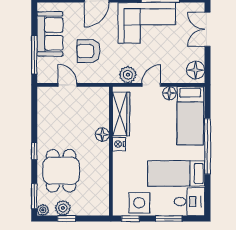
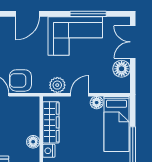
armchair: (89, 51) -> (20, 80), moved
floor lamp: (196, 70) -> (122, 69), moved

